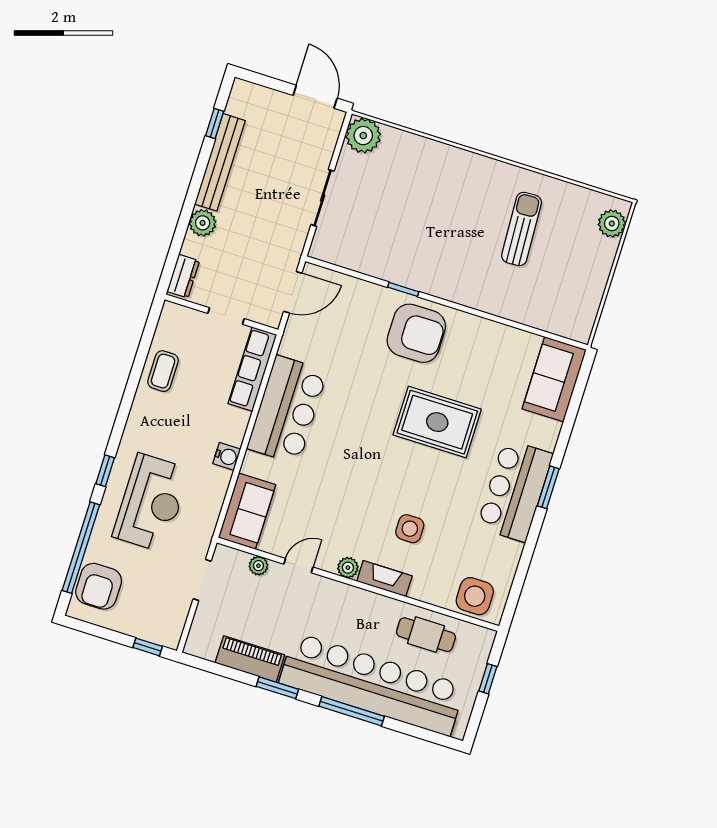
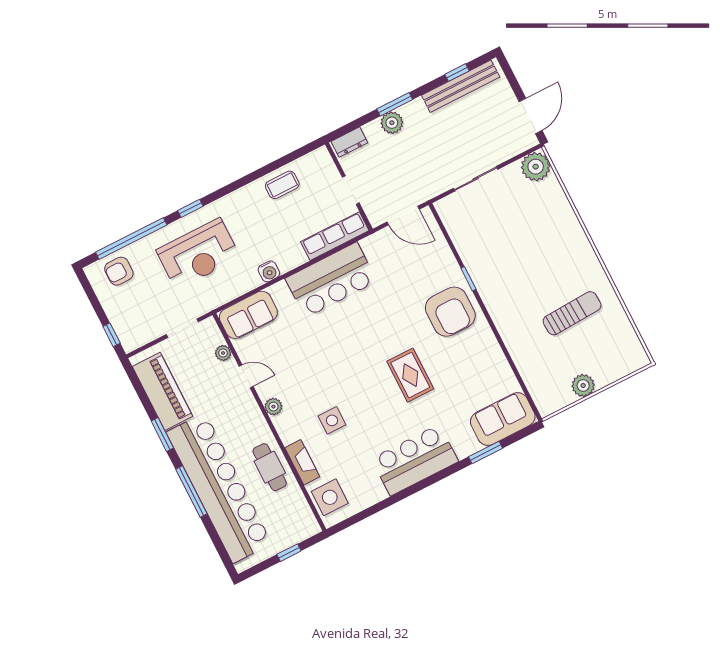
bench: (220, 162) -> (461, 86), moved
window: (189, 205) -> (395, 104), added
plant: (612, 223) -> (583, 385), moved
rug: (437, 422) -> (410, 375), width x0.73, depth x0.70
window: (548, 487) -> (486, 452), moved
fireplace: (384, 579) -> (302, 462), moved
armchair: (99, 586) -> (119, 271), width x0.72, depth x0.72
cafe table: (426, 635) -> (270, 467), moved
piano: (250, 659) -> (162, 391), width x1.37, depth x1.33

